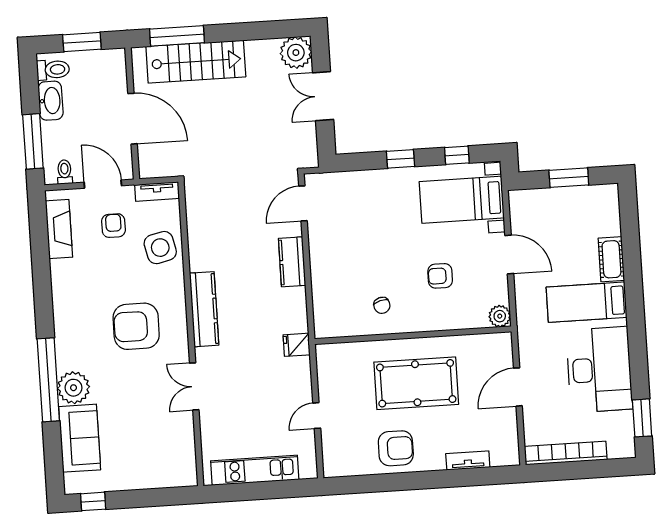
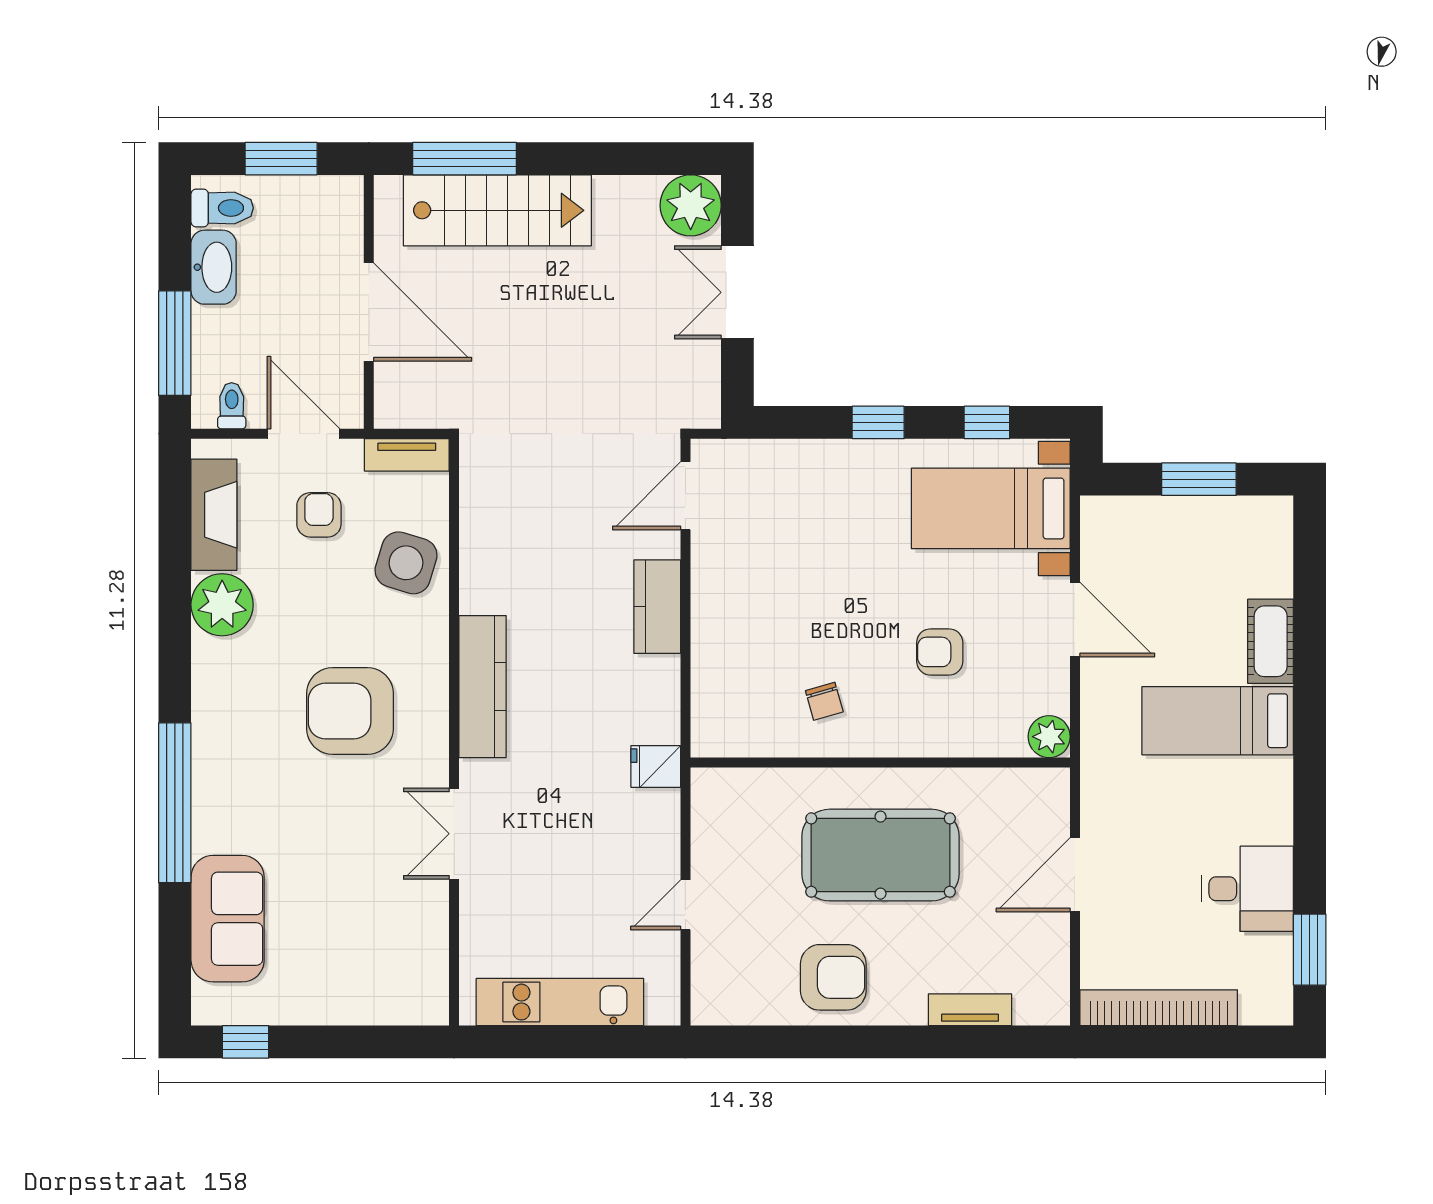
side table: (160, 248) -> (406, 563), turned 30
desk: (599, 370) -> (1248, 889), width x0.53, depth x0.77
plant: (74, 388) -> (222, 605), moved

